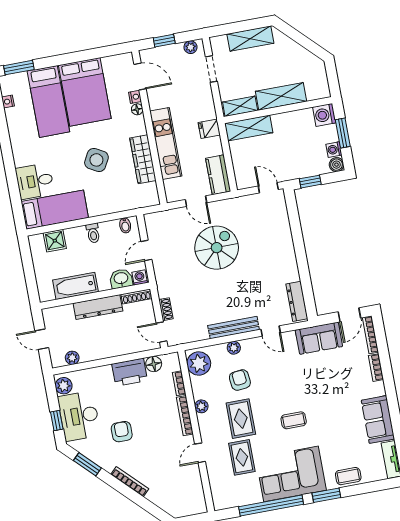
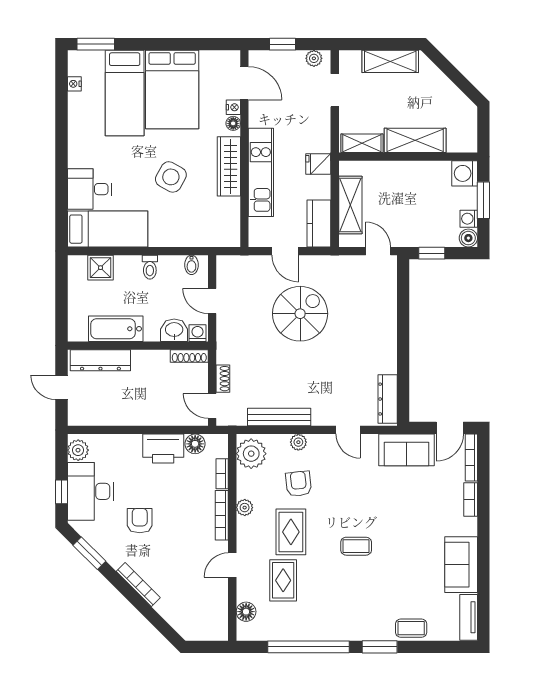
shelving: (249, 128) -> (350, 205), moved, turned 90
wardrobe: (143, 159) -> (229, 166), moved
door: (146, 251) -> (212, 301), hinge flipped
dresser: (98, 307) -> (100, 360), moved
bench: (234, 328) -> (279, 417), moved
plant: (72, 358) -> (95, 417), removed
corner sofa: (291, 474) -> (340, 612), removed
floor lamp: (217, 487) -> (246, 612), added

